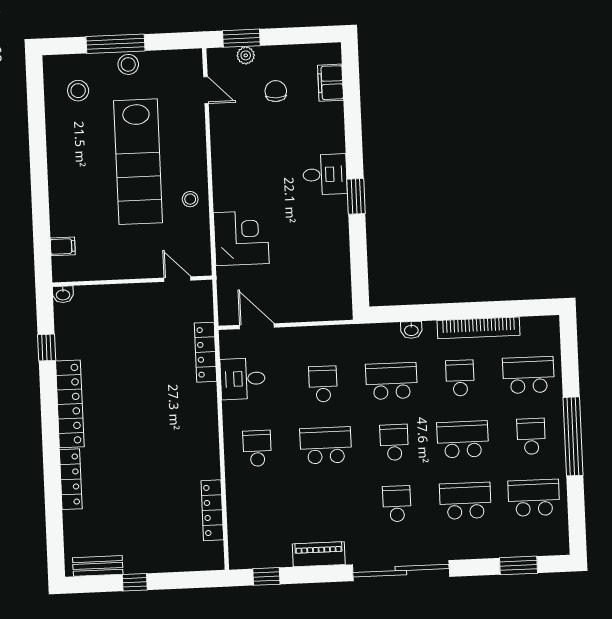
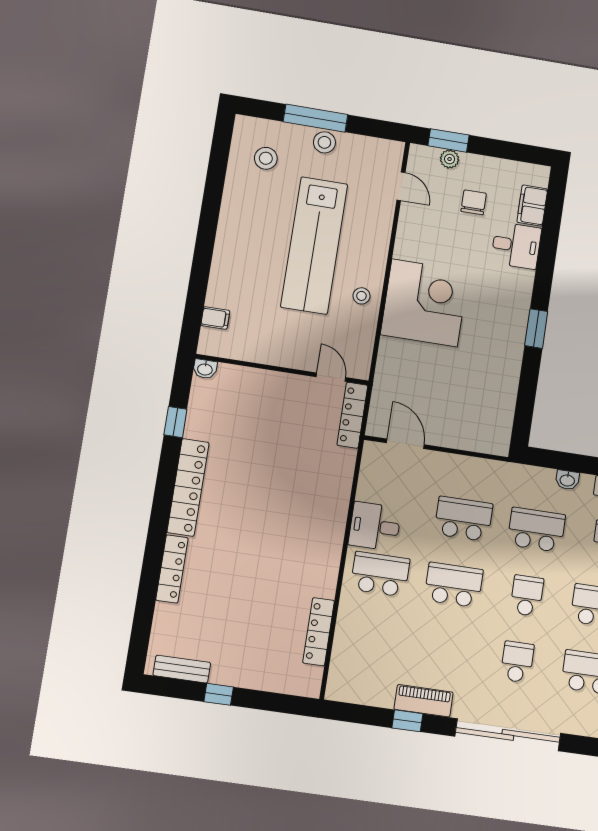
desk: (325, 174) -> (516, 245), moved
corner desk: (241, 238) -> (425, 303), moved, width x1.36, depth x1.36
locker: (206, 352) -> (352, 415), moved
desk: (243, 379) -> (375, 526), moved
school desk: (323, 384) -> (463, 519), width x1.85
school desk: (257, 448) -> (380, 574), width x1.85
window: (266, 576) -> (407, 721), moved

